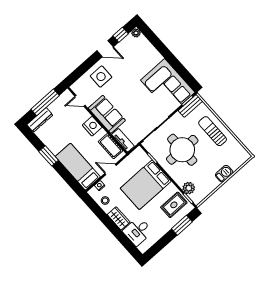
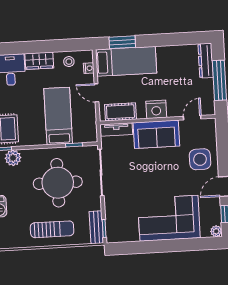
corner sofa: (168, 86) -> (169, 218), moved
window: (49, 156) -> (122, 42), moved
door: (111, 169) -> (97, 93), swing flipped
bed: (146, 185) -> (58, 116), width x0.67

